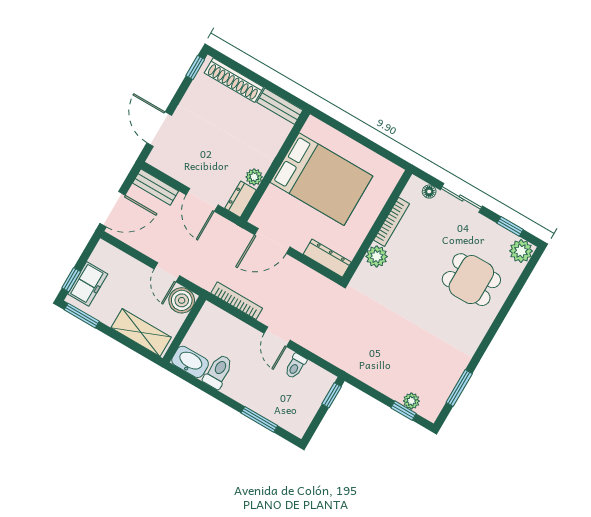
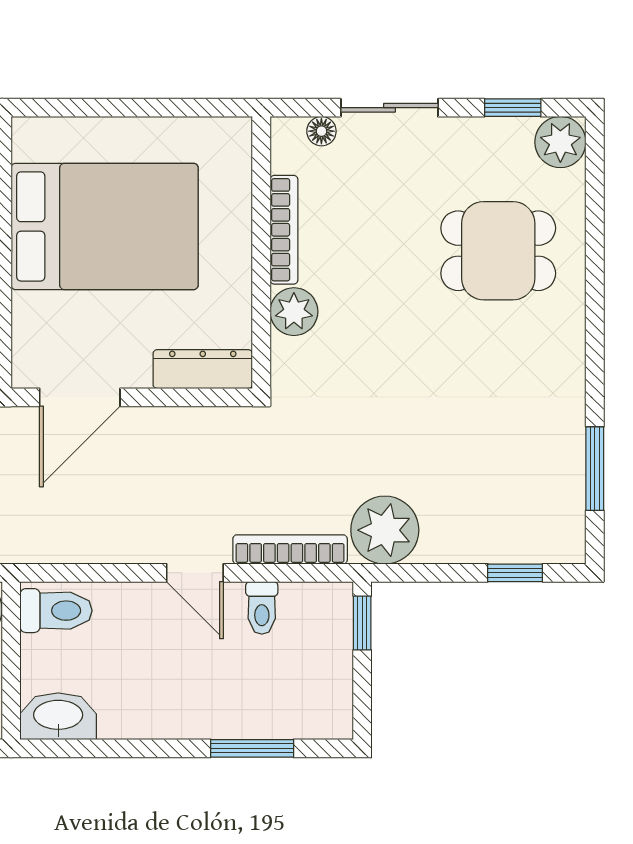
bookcase: (237, 301) -> (290, 549), moved
toilet: (218, 372) -> (56, 611), moved, turned 90
plant: (411, 401) -> (385, 530), moved, width x1.88, depth x1.88

